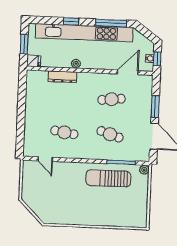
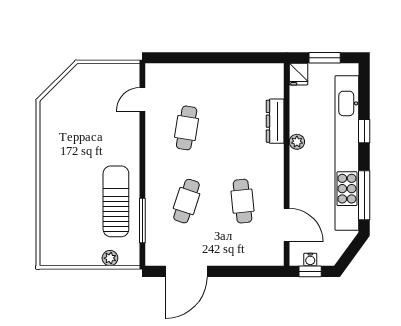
window: (155, 106) -> (234, 271), removed
plant: (144, 170) -> (110, 258), moved

